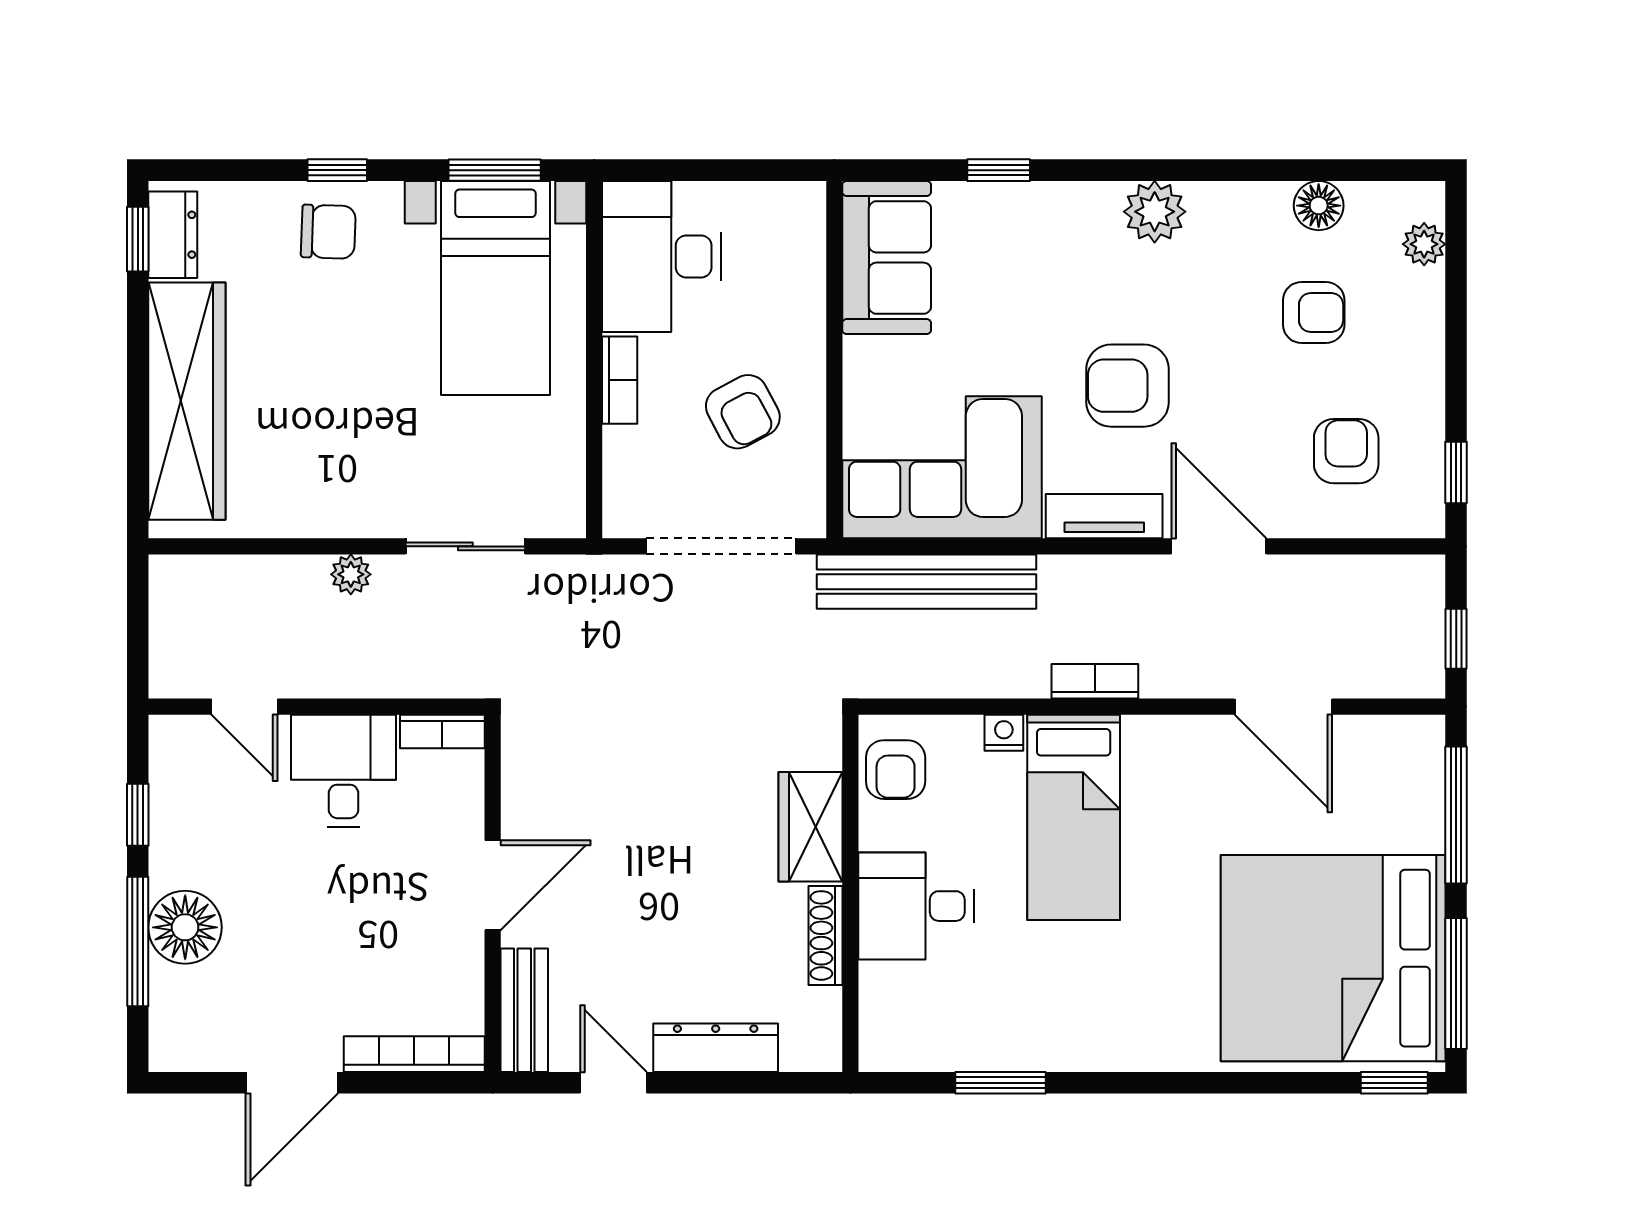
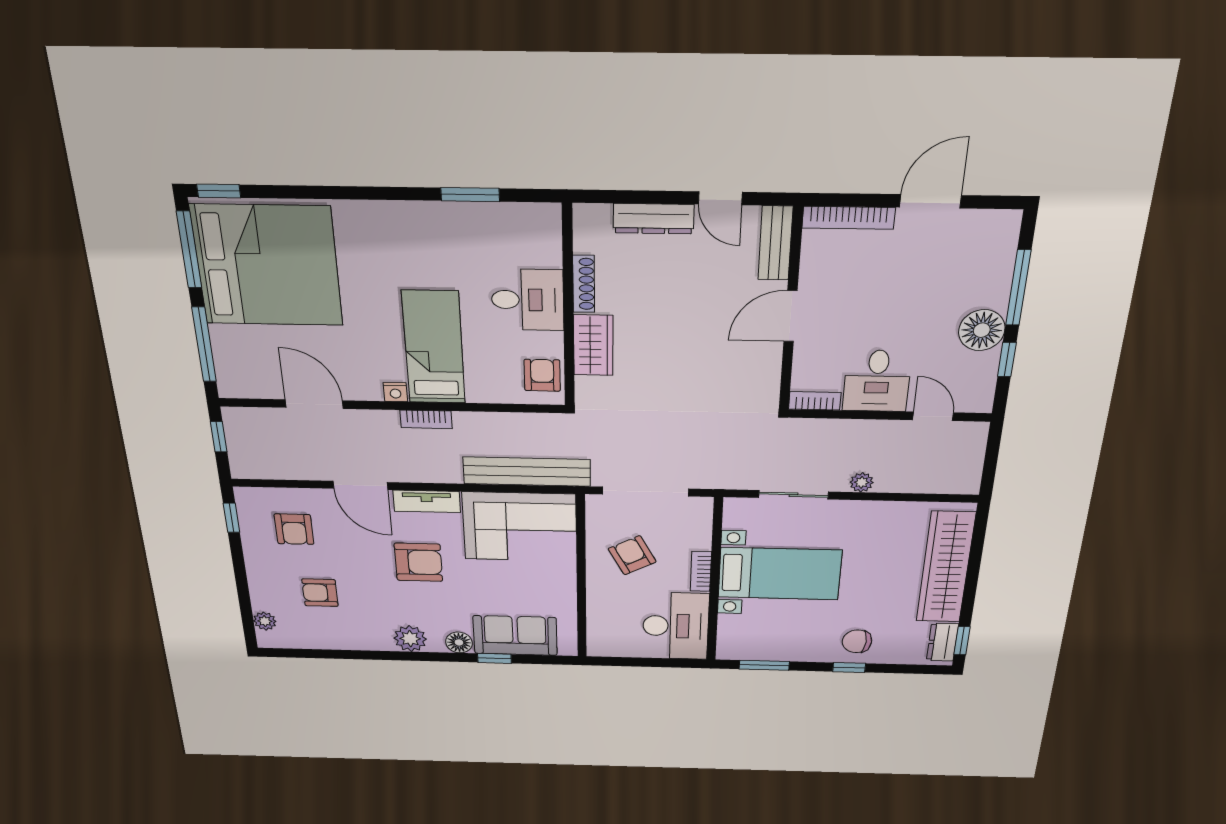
floor lamp: (1319, 206) -> (459, 642), moved
sofa: (887, 258) -> (515, 636), moved, turned 90
bed with nightstands: (495, 288) -> (780, 574), moved, turned 90
nightstand: (1004, 733) -> (395, 392), moved
floor lamp: (185, 927) -> (982, 330), moved

